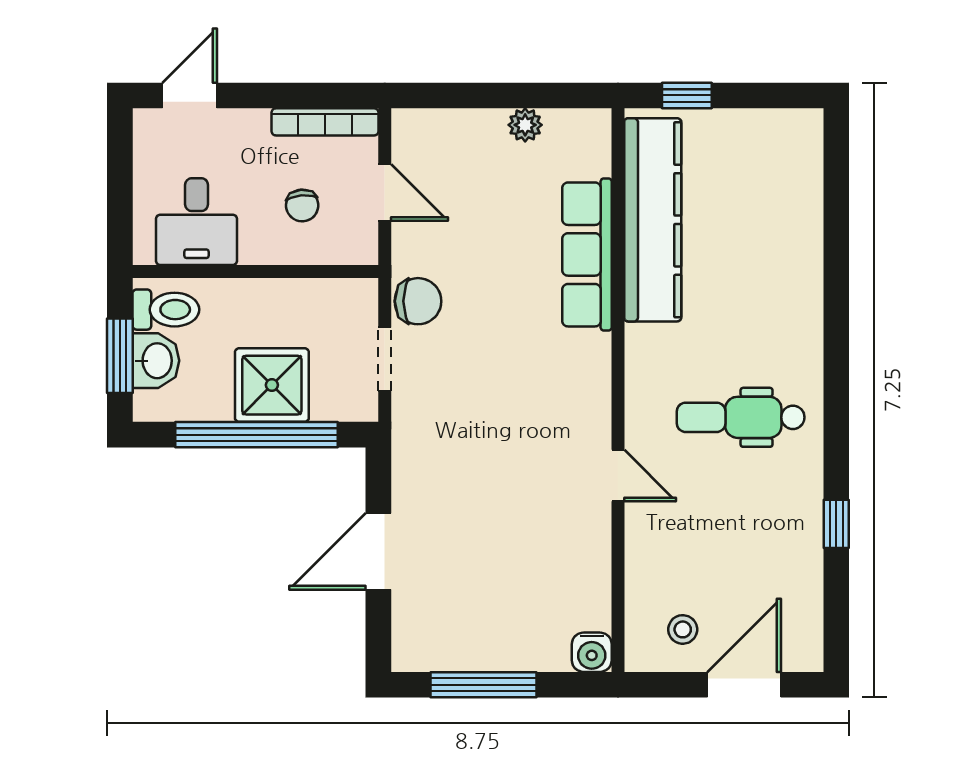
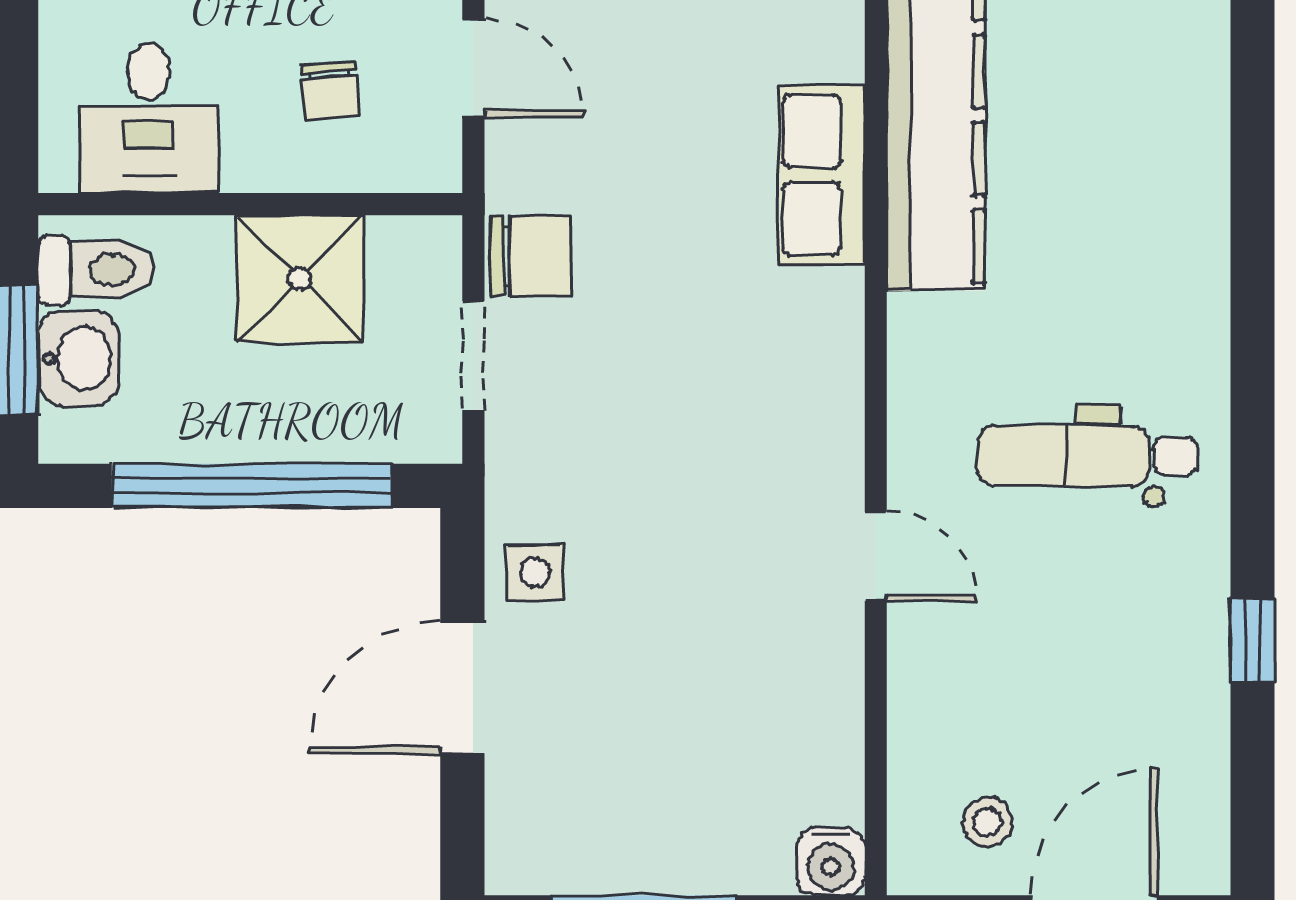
row of seats: (587, 254) -> (822, 175), width x0.68
shower: (272, 385) -> (300, 279), moved
side table: (420, 485) -> (535, 573), added

